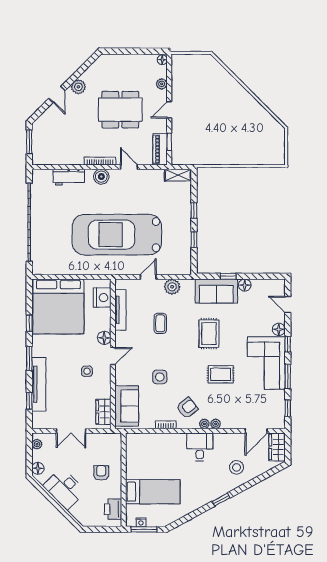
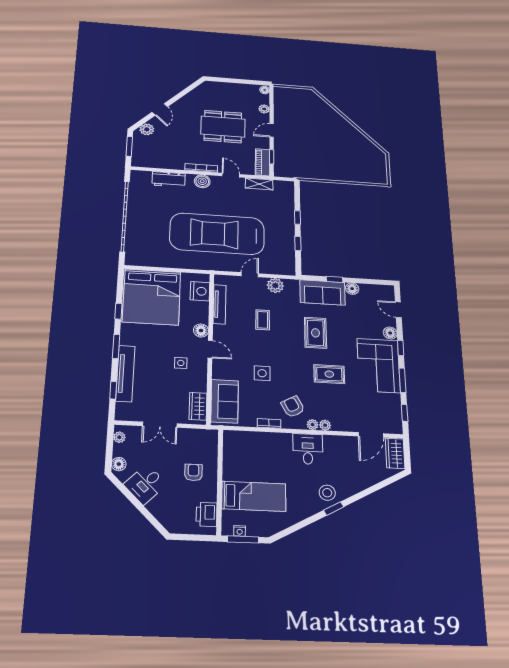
plant: (78, 87) -> (147, 129), moved
shelving: (178, 175) -> (259, 184), moved
door: (113, 356) -> (210, 349), hinge flipped
armchair: (187, 408) -> (293, 407), turned -80
stool: (236, 467) -> (327, 493), moved
desk: (64, 489) -> (145, 484), width x0.73

